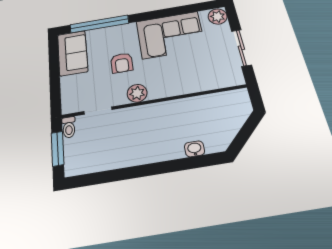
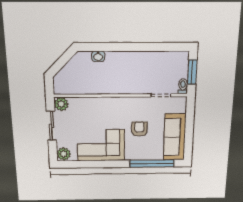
sofa: (73, 53) -> (175, 137), width x1.36
plant: (137, 93) -> (61, 104), moved

